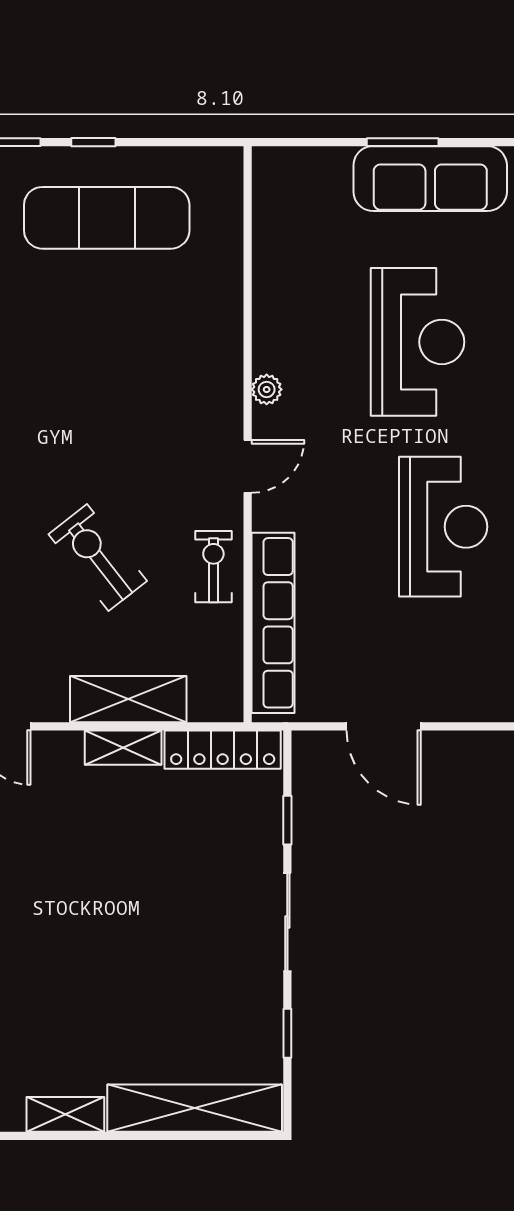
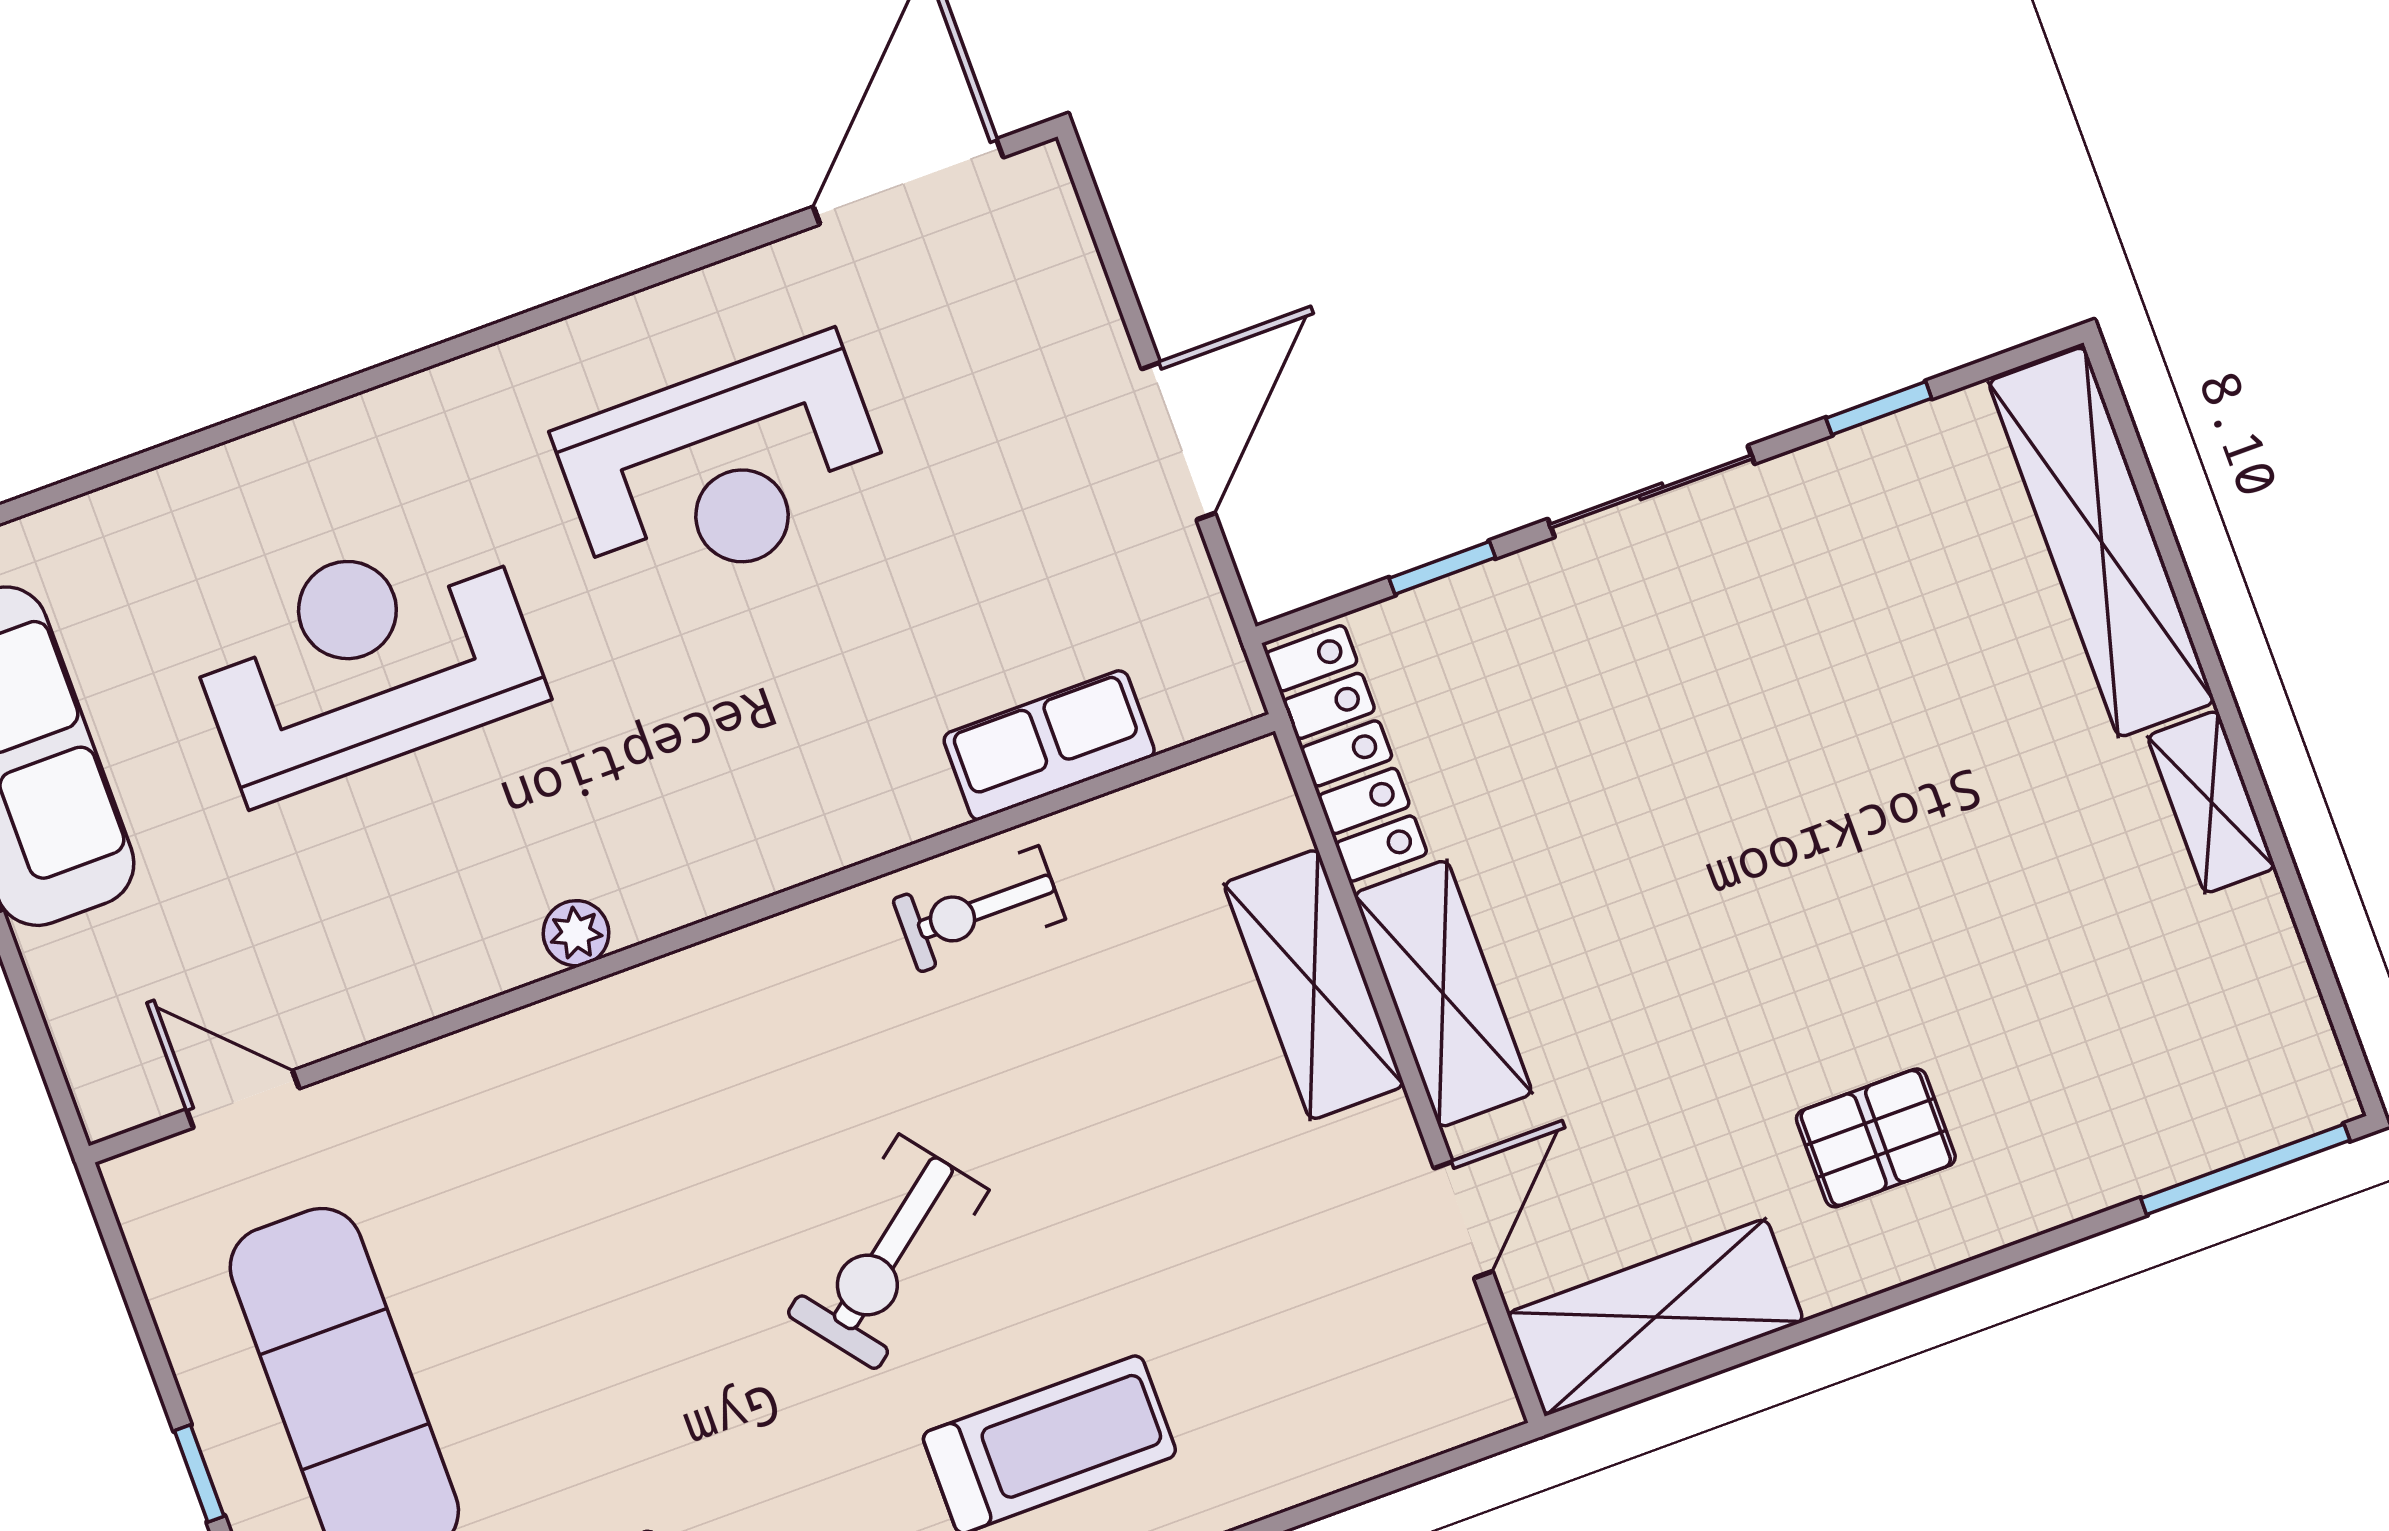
door: (248, 466) -> (243, 1099), moved
reception desk: (443, 527) -> (725, 469), turned 180
exercise bike: (98, 558) -> (888, 1252), moved
row of seats: (273, 623) -> (1049, 745), width x0.50
shelving: (123, 748) -> (1443, 994), width x1.50, depth x1.33

